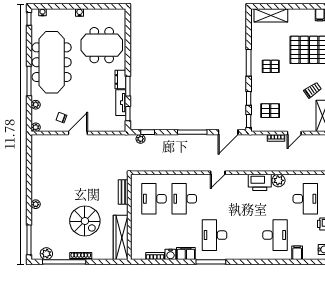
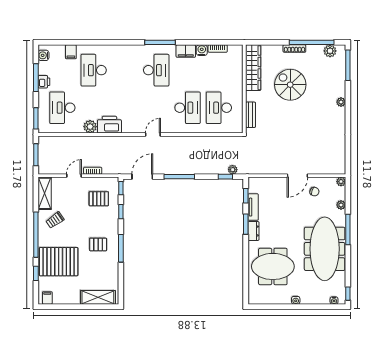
desk: (154, 199) -> (219, 108), turned 180

